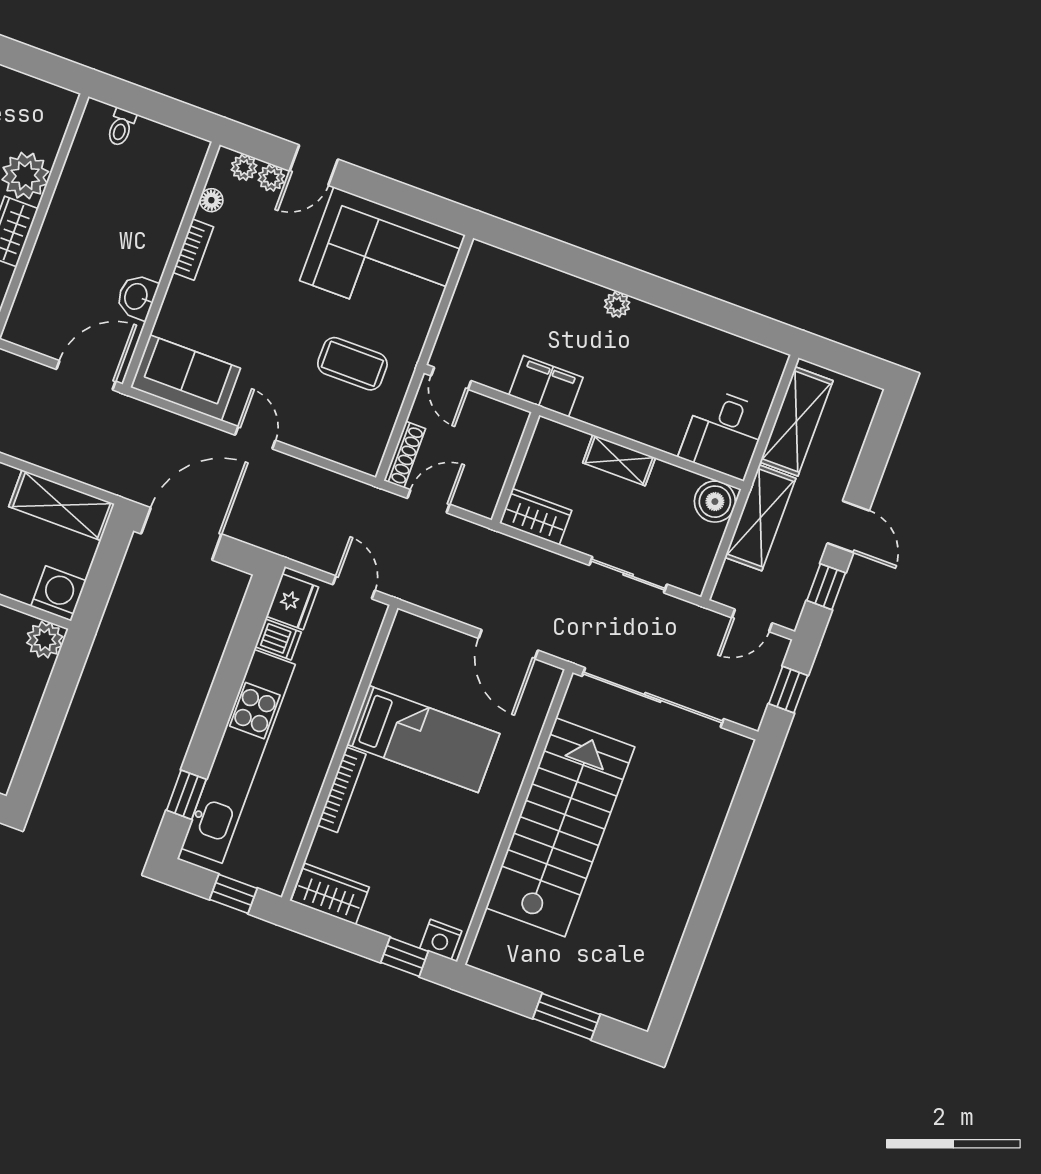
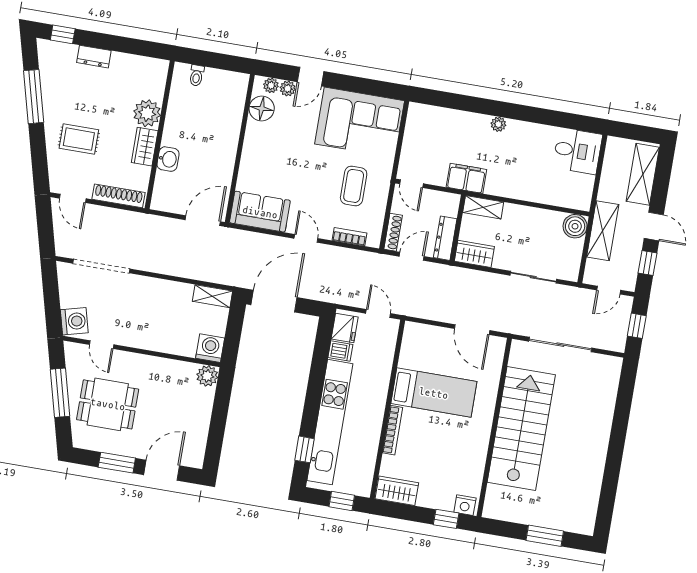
floor lamp: (211, 200) -> (262, 109), width x1.89, depth x1.89
bookcase: (193, 250) -> (349, 237), moved, turned -90
washbasin: (137, 297) -> (168, 159), moved, turned 180
coffee table: (352, 364) -> (354, 186), turned 90
shelving: (796, 421) -> (643, 174), moved
desk: (724, 434) -> (577, 151), moved, turned -90
shelving: (619, 460) -> (483, 207), moved
dresser: (491, 481) -> (445, 238), added
shelving: (62, 505) -> (212, 296), width x0.67, depth x0.75
sliding door: (653, 697) -> (560, 345), width x0.73

